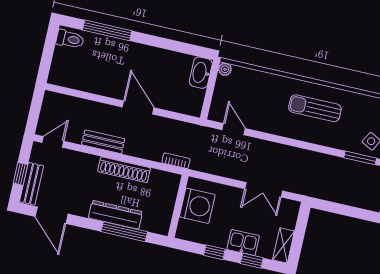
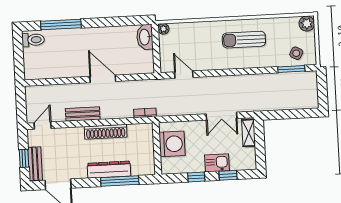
shelving: (284, 245) -> (249, 133), moved

